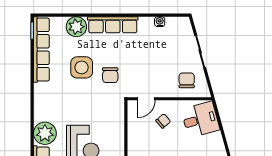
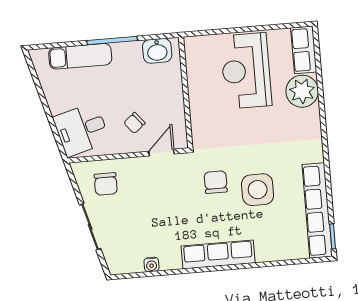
plant: (76, 27) -> (270, 247), removed

